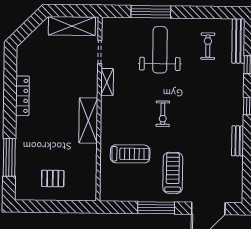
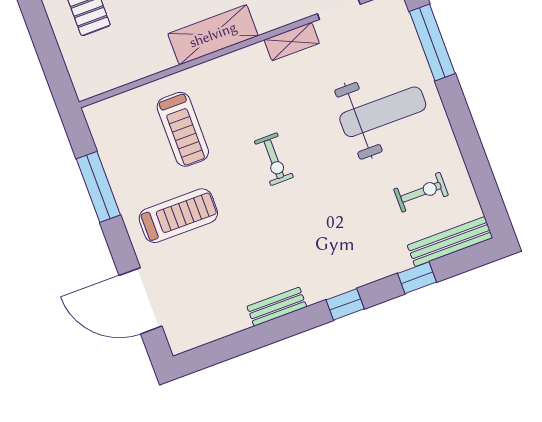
window: (151, 12) -> (432, 42), moved
exercise bike: (163, 114) -> (274, 159), turned -90
window: (156, 208) -> (98, 187), moved

